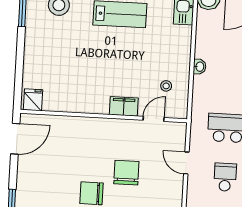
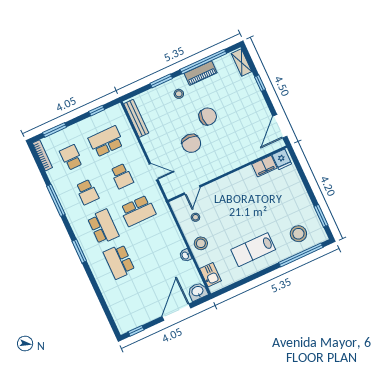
stool: (176, 53) -> (201, 243), added
washbasin: (200, 67) -> (185, 255), moved
filing cabinet: (124, 106) -> (264, 166), moved

